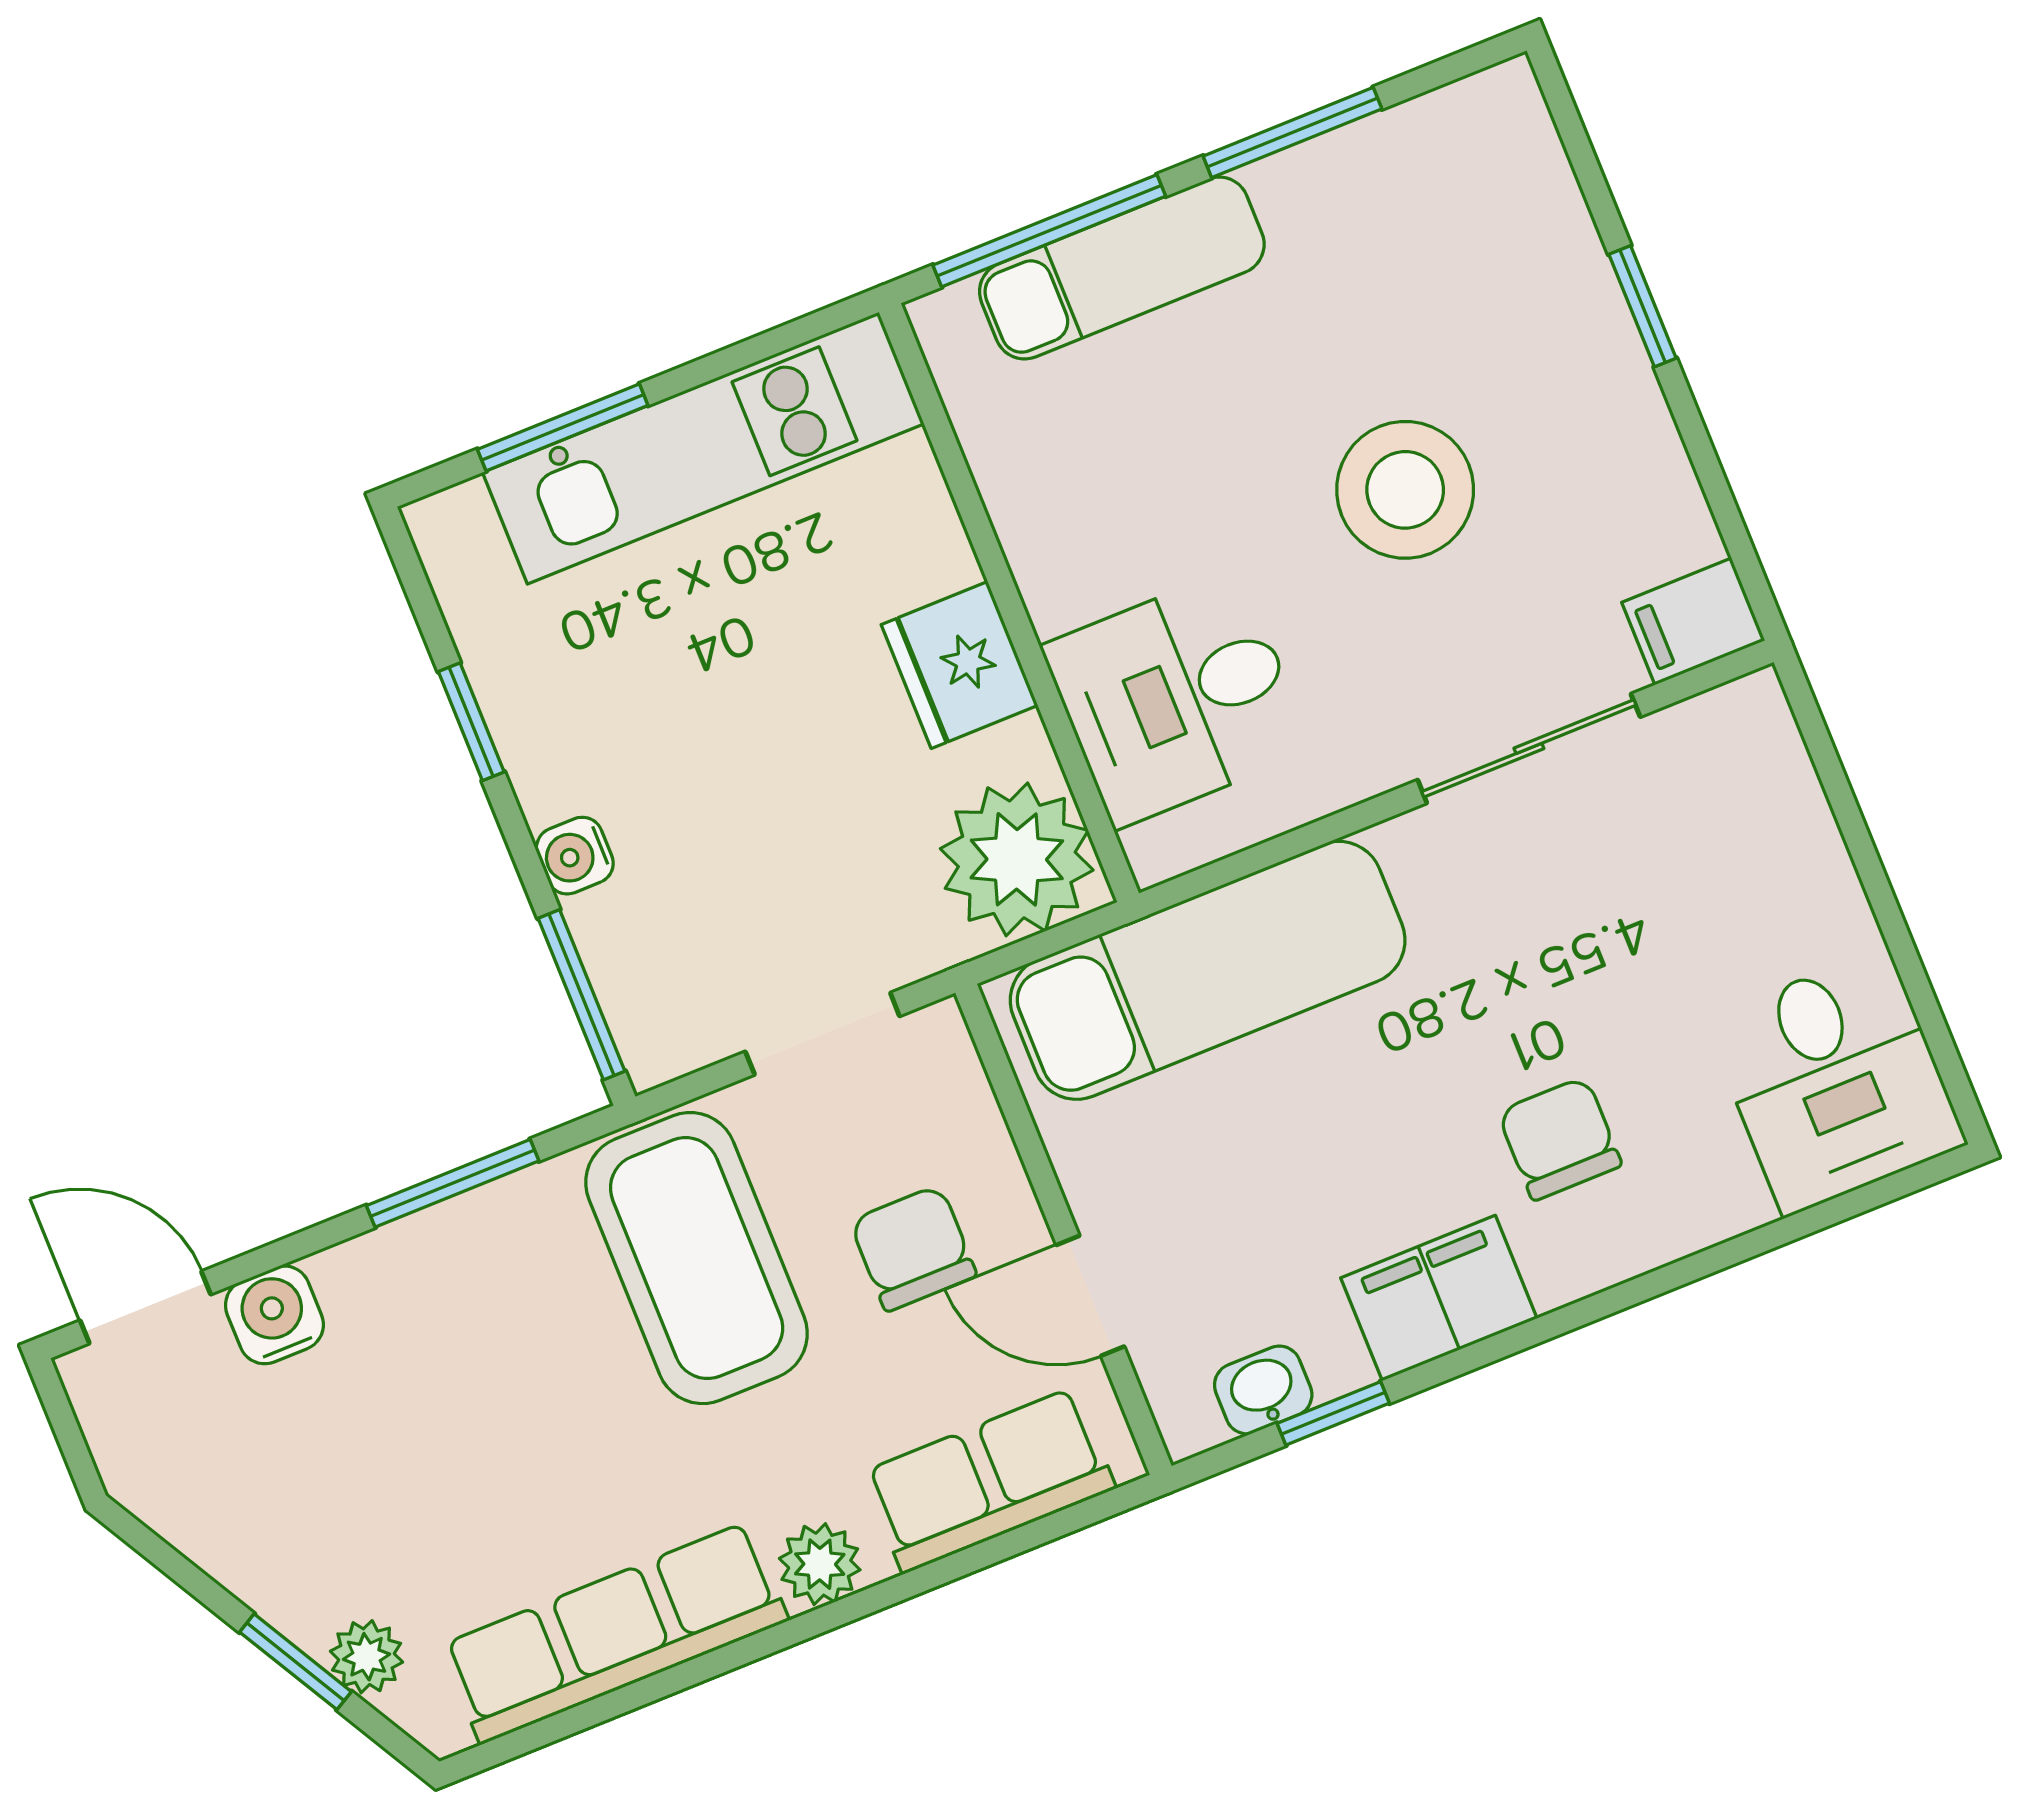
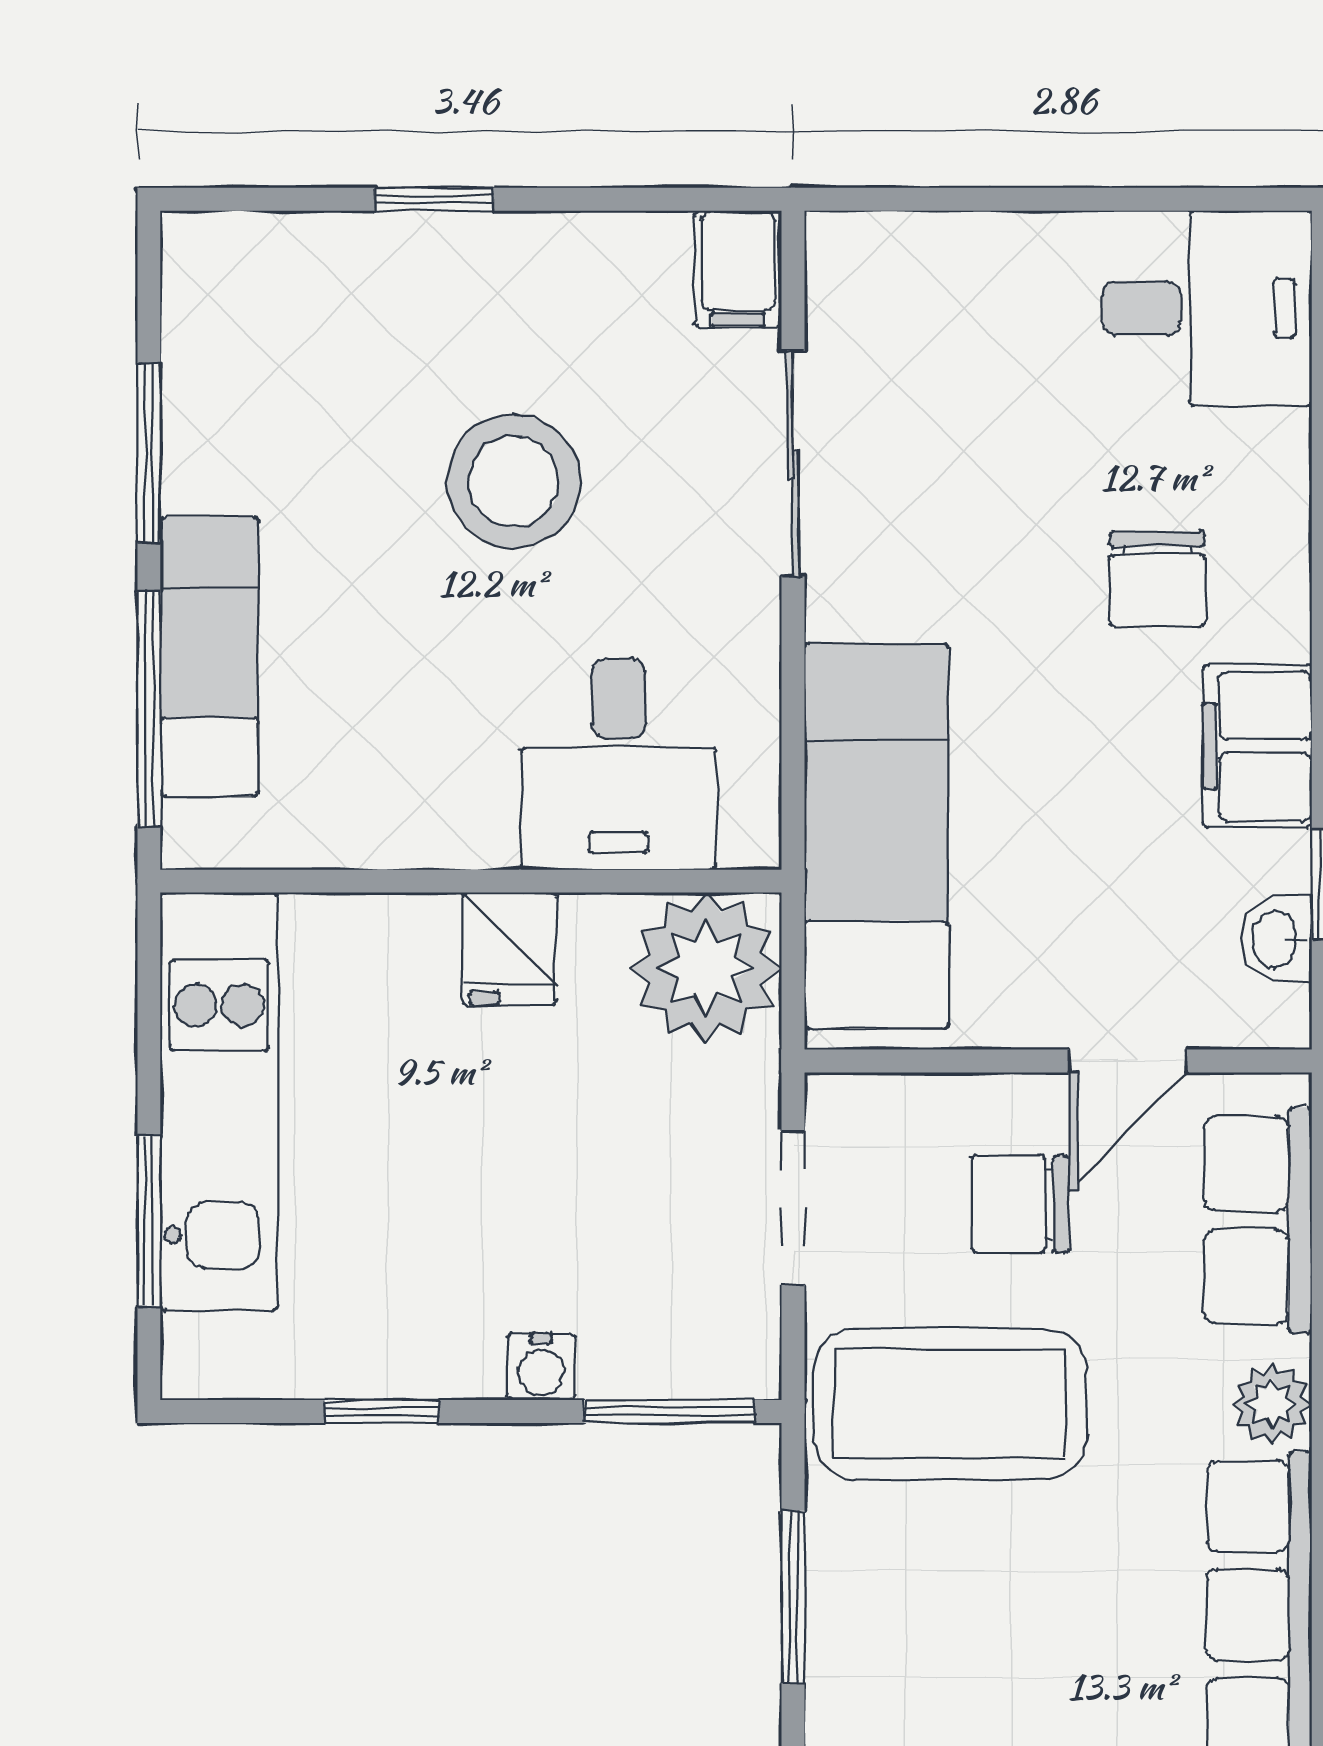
fridge: (960, 665) -> (509, 949), width x0.72
chair: (1560, 1139) -> (1157, 579), turned -90

